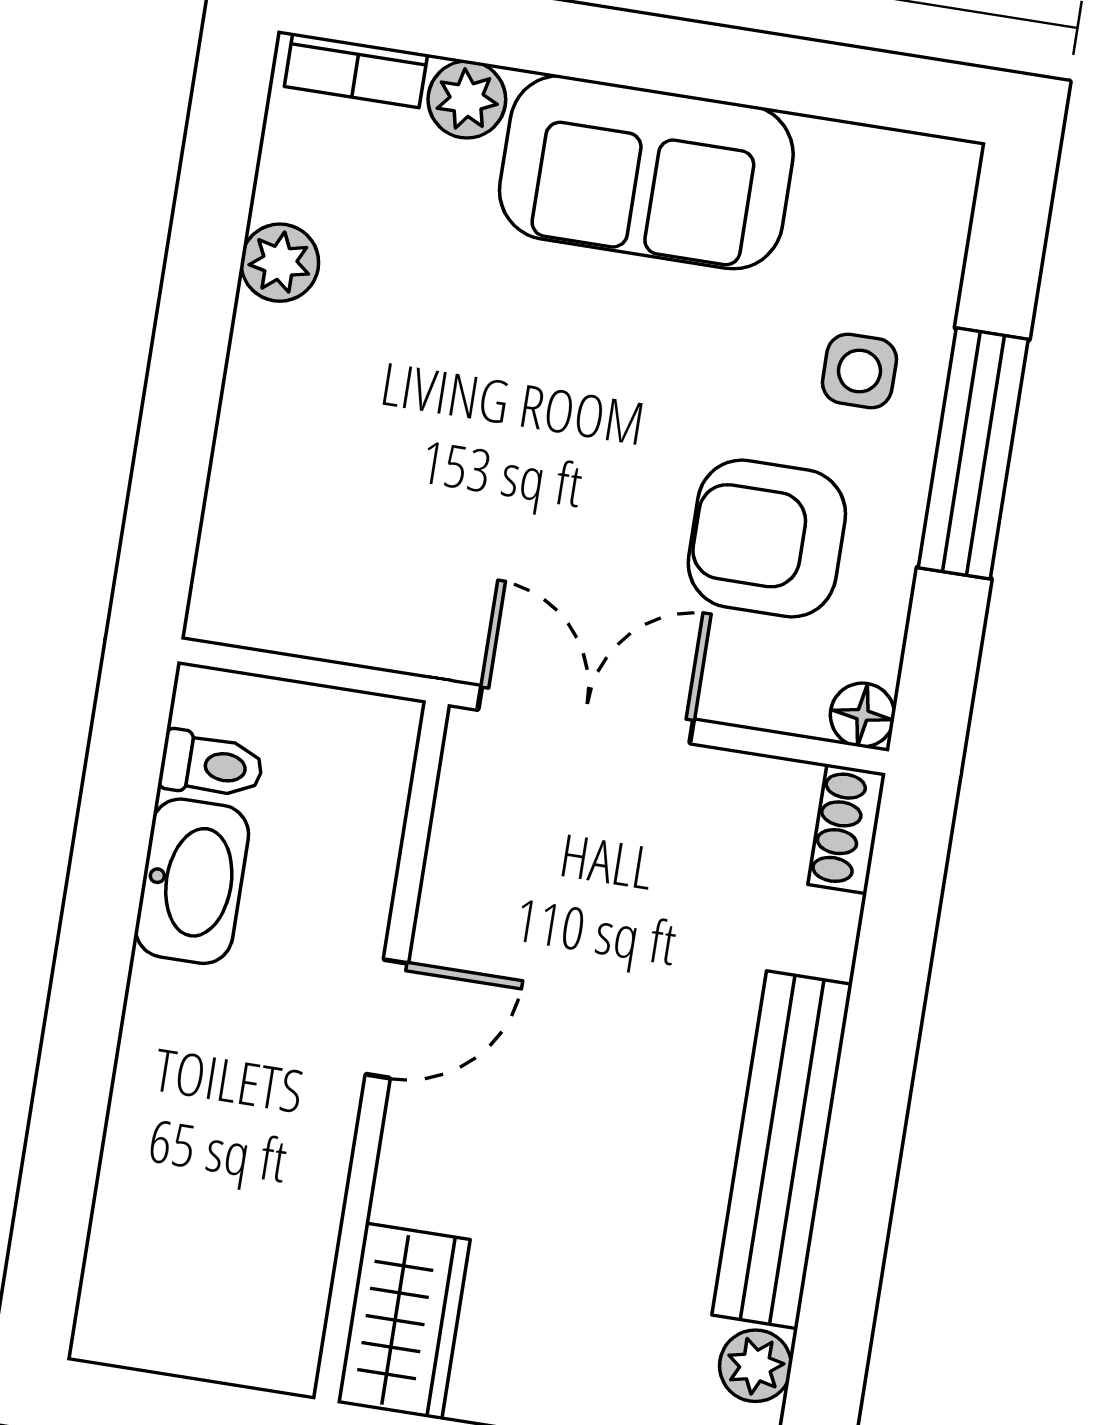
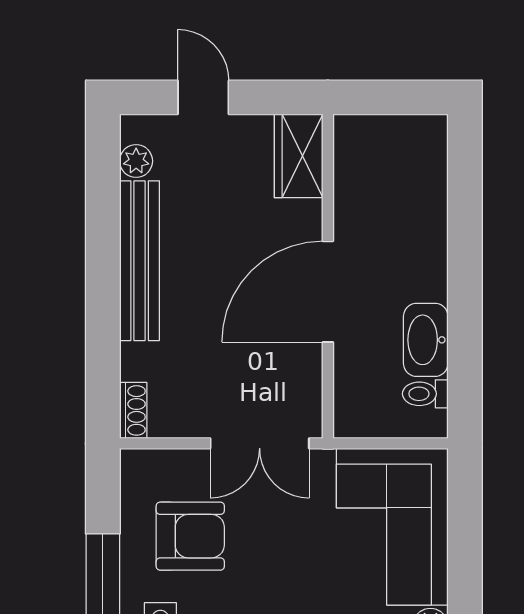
corner sofa: (328, 490) -> (392, 527), added
floor lamp: (862, 715) -> (134, 463), removed
door: (387, 1019) -> (328, 292), width x1.88

